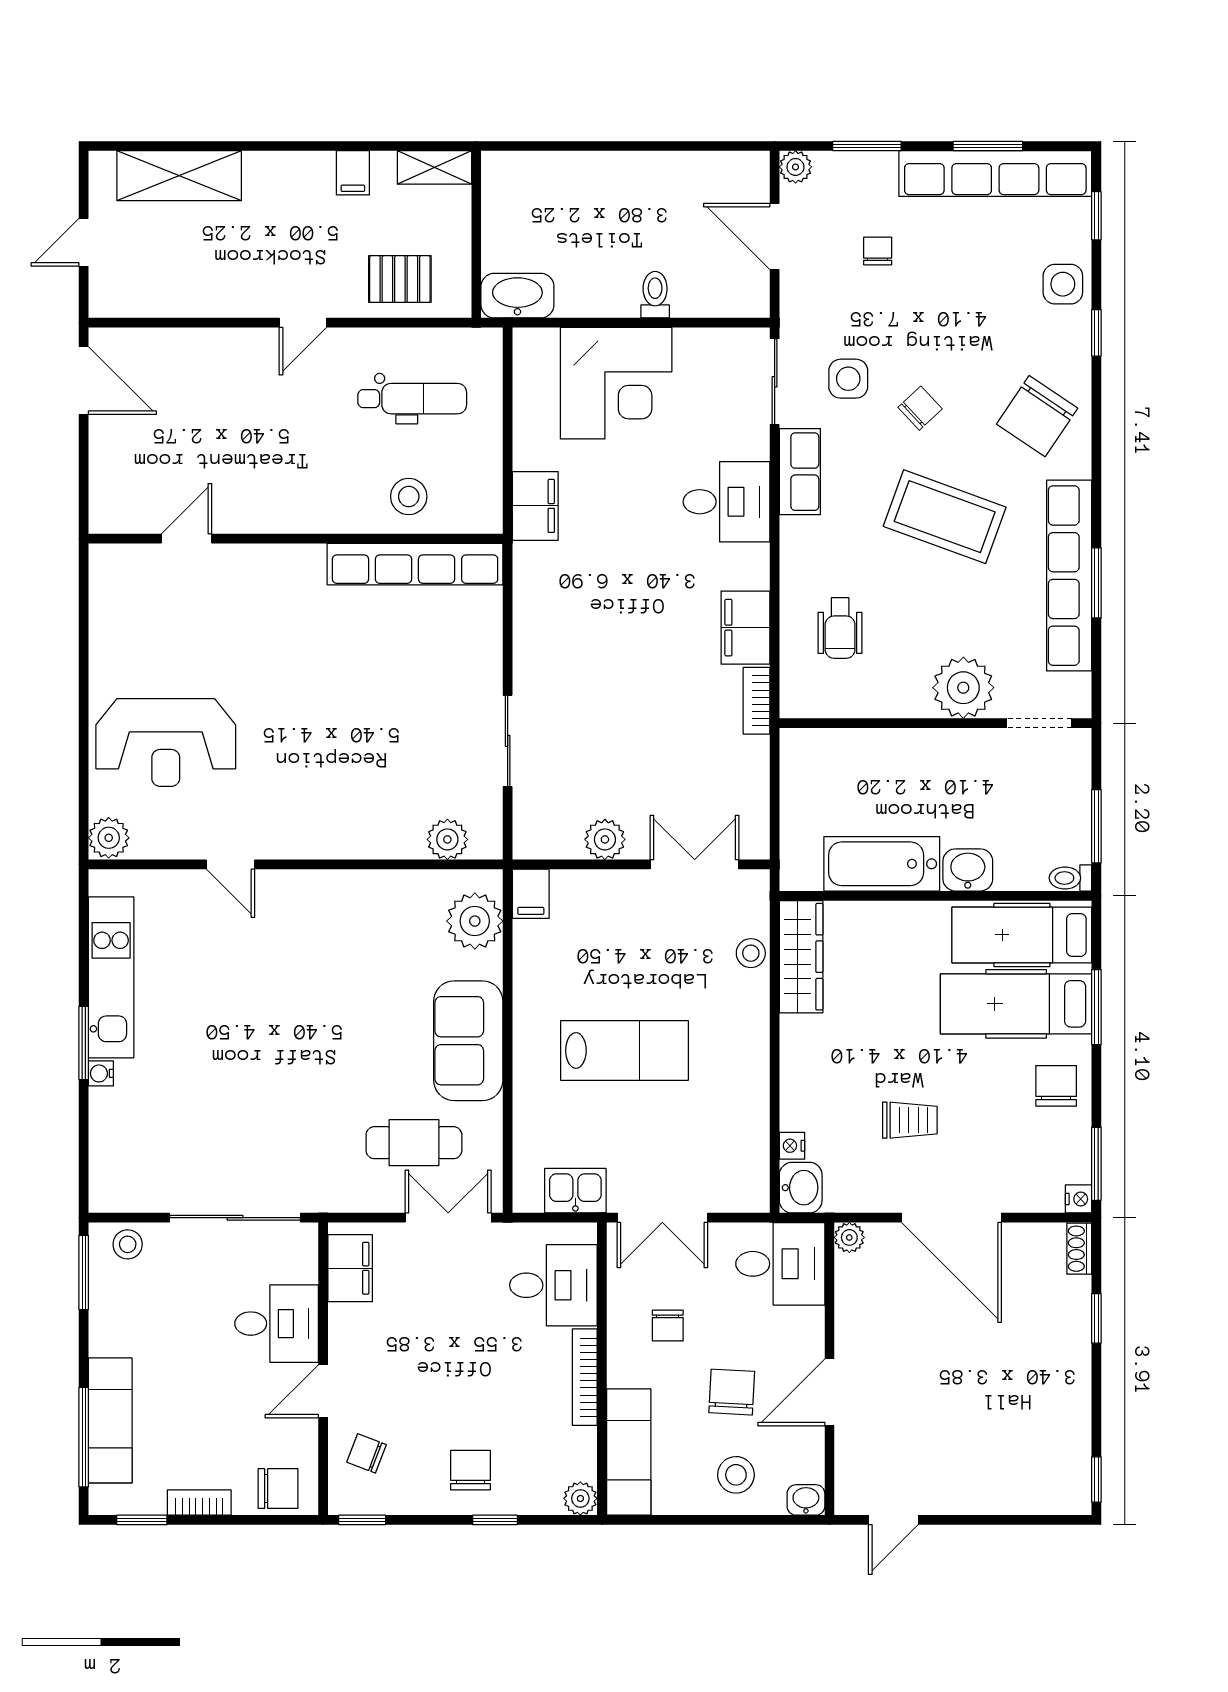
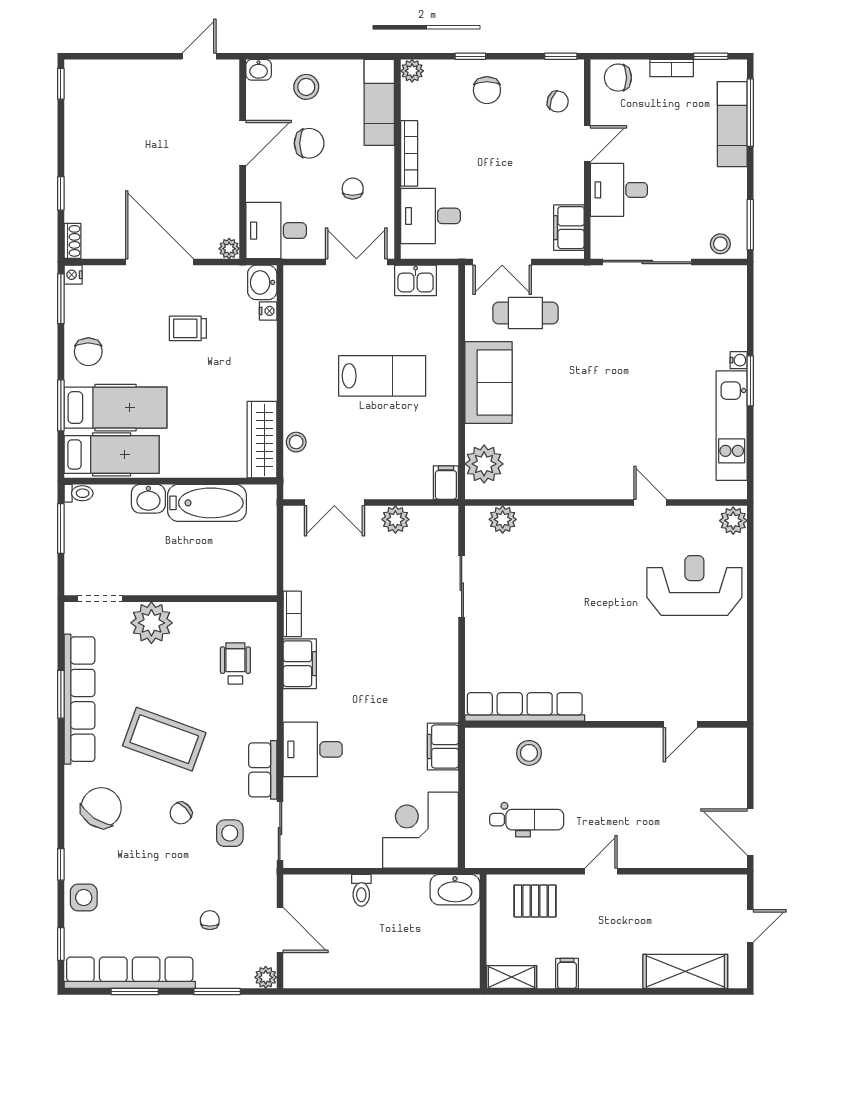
chair: (878, 251) -> (210, 920), turned 180
corner desk: (616, 383) -> (421, 830), moved
dental chair: (412, 399) -> (527, 820), turned 180
lab bench: (624, 1050) -> (382, 376), turned 180
chair: (732, 1392) -> (309, 143), turned -93

